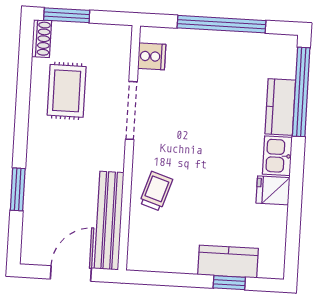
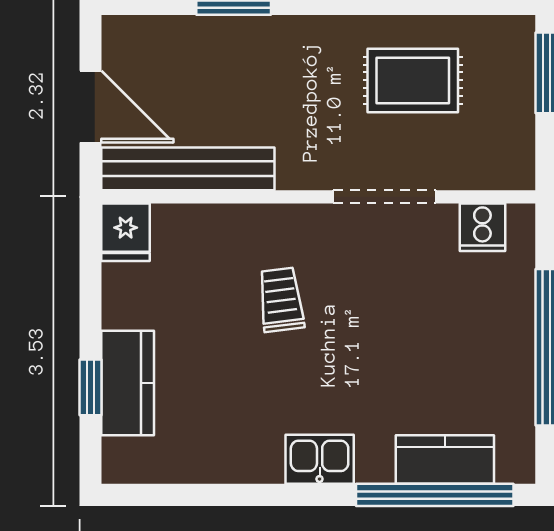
shoe rack: (42, 39) -> (503, 31), removed
kitchen counter: (280, 107) -> (445, 460), moved
fridge: (273, 190) -> (126, 232), moved, turned 180
trolley: (156, 191) -> (281, 300), moved, turned -115

